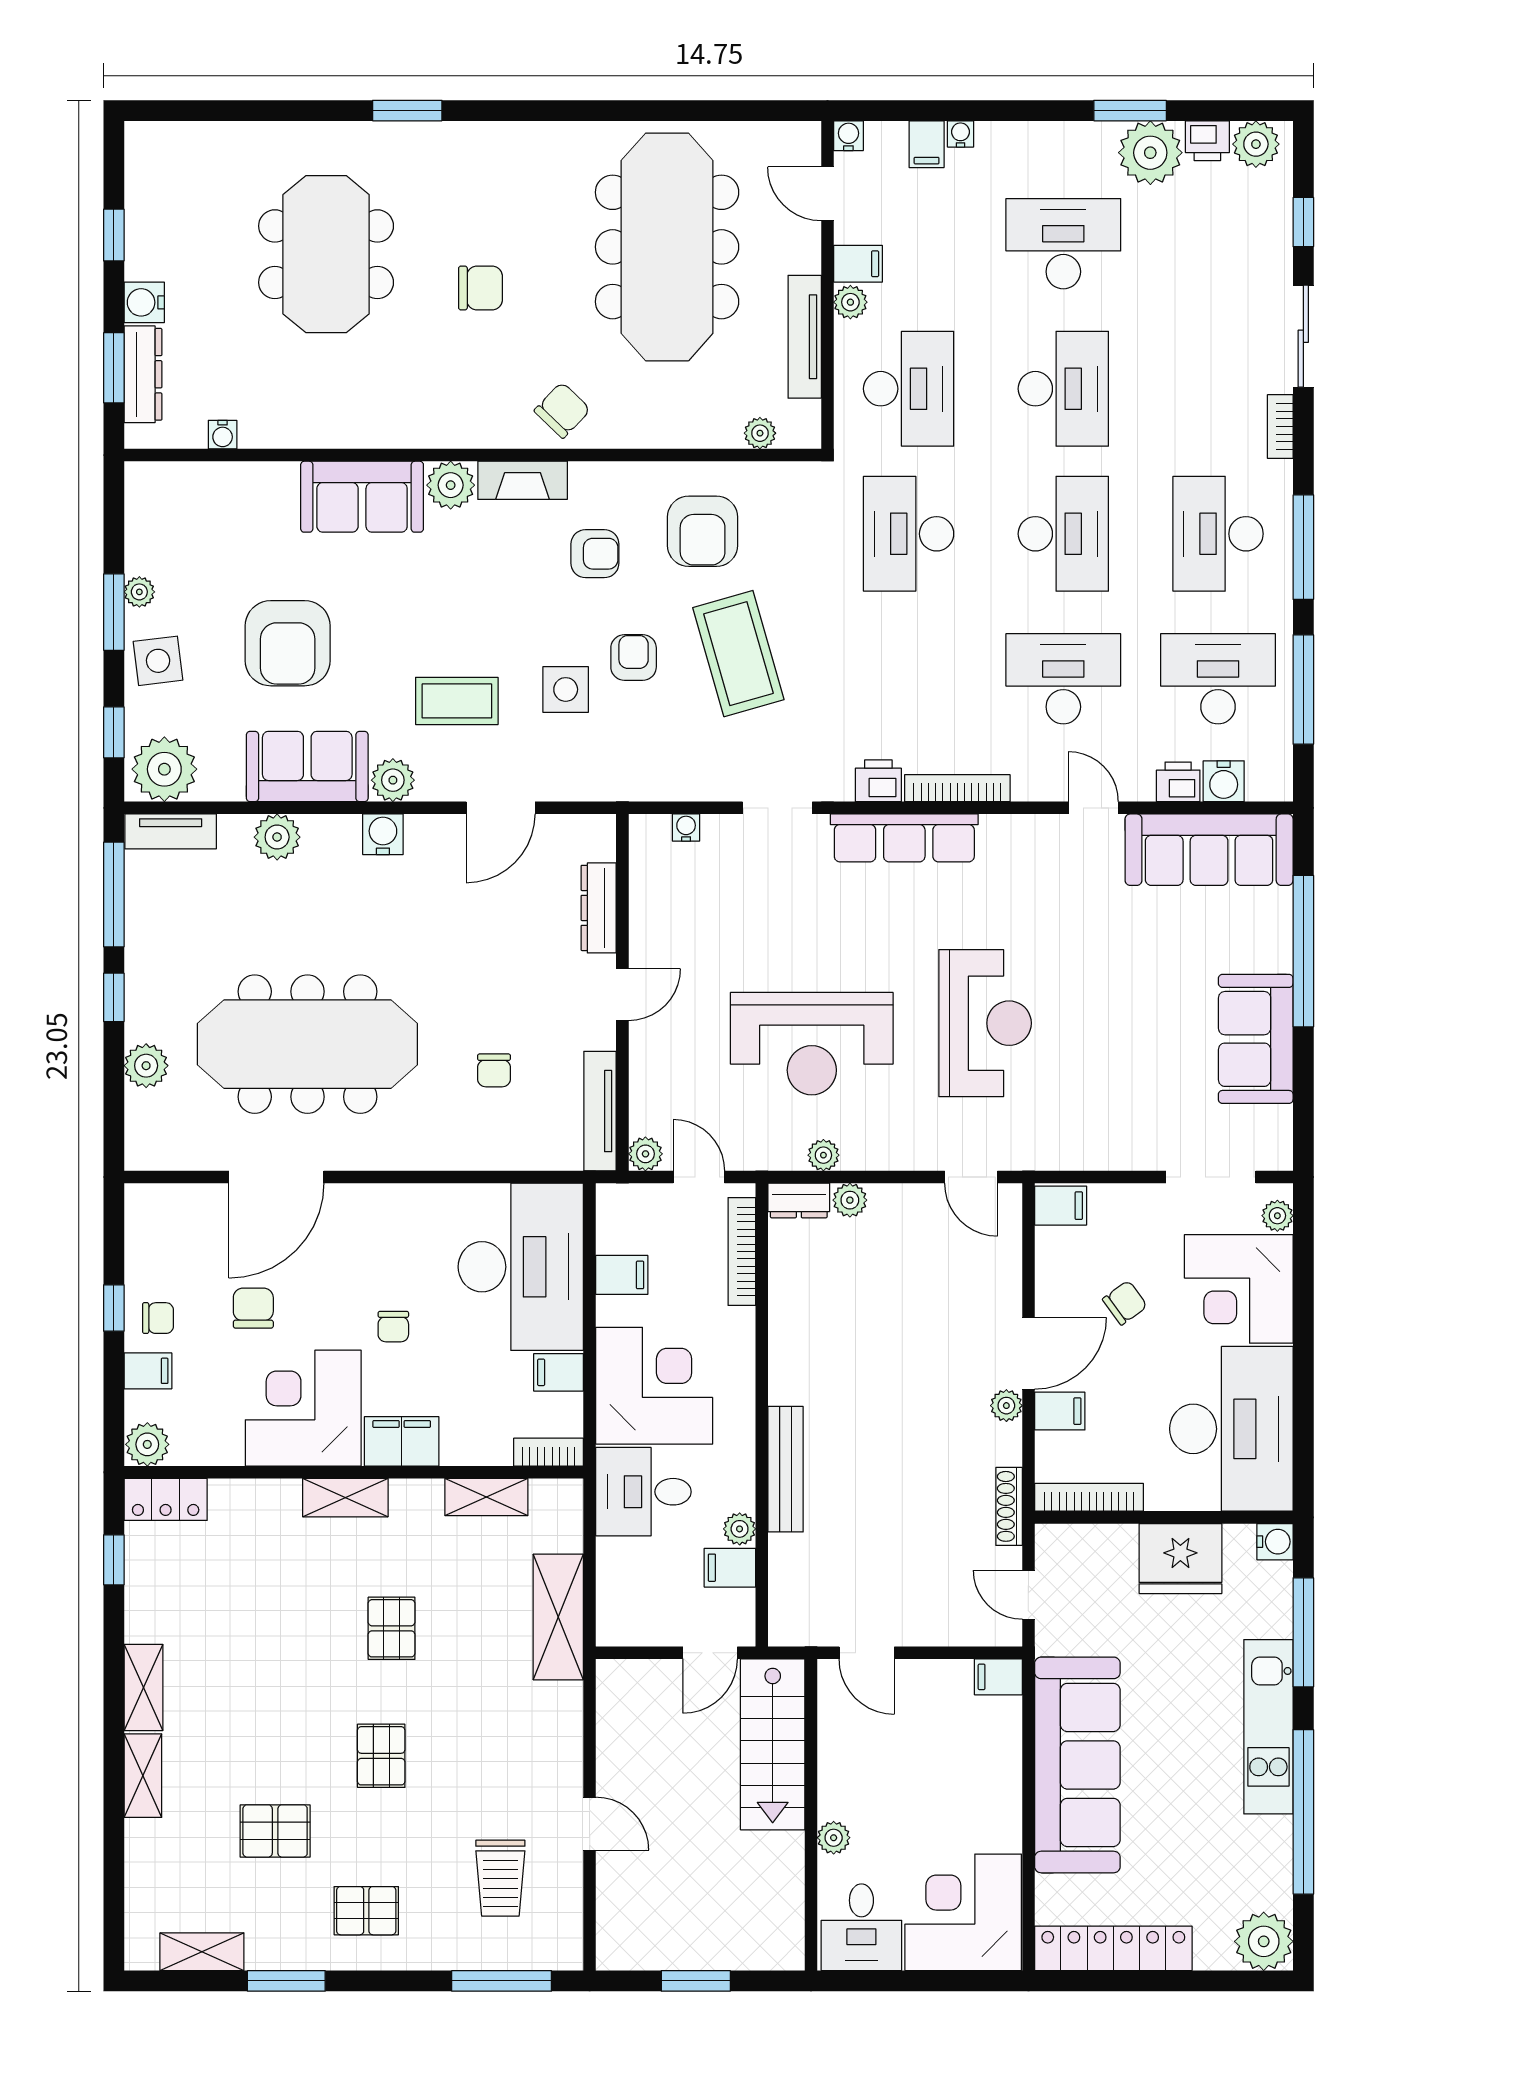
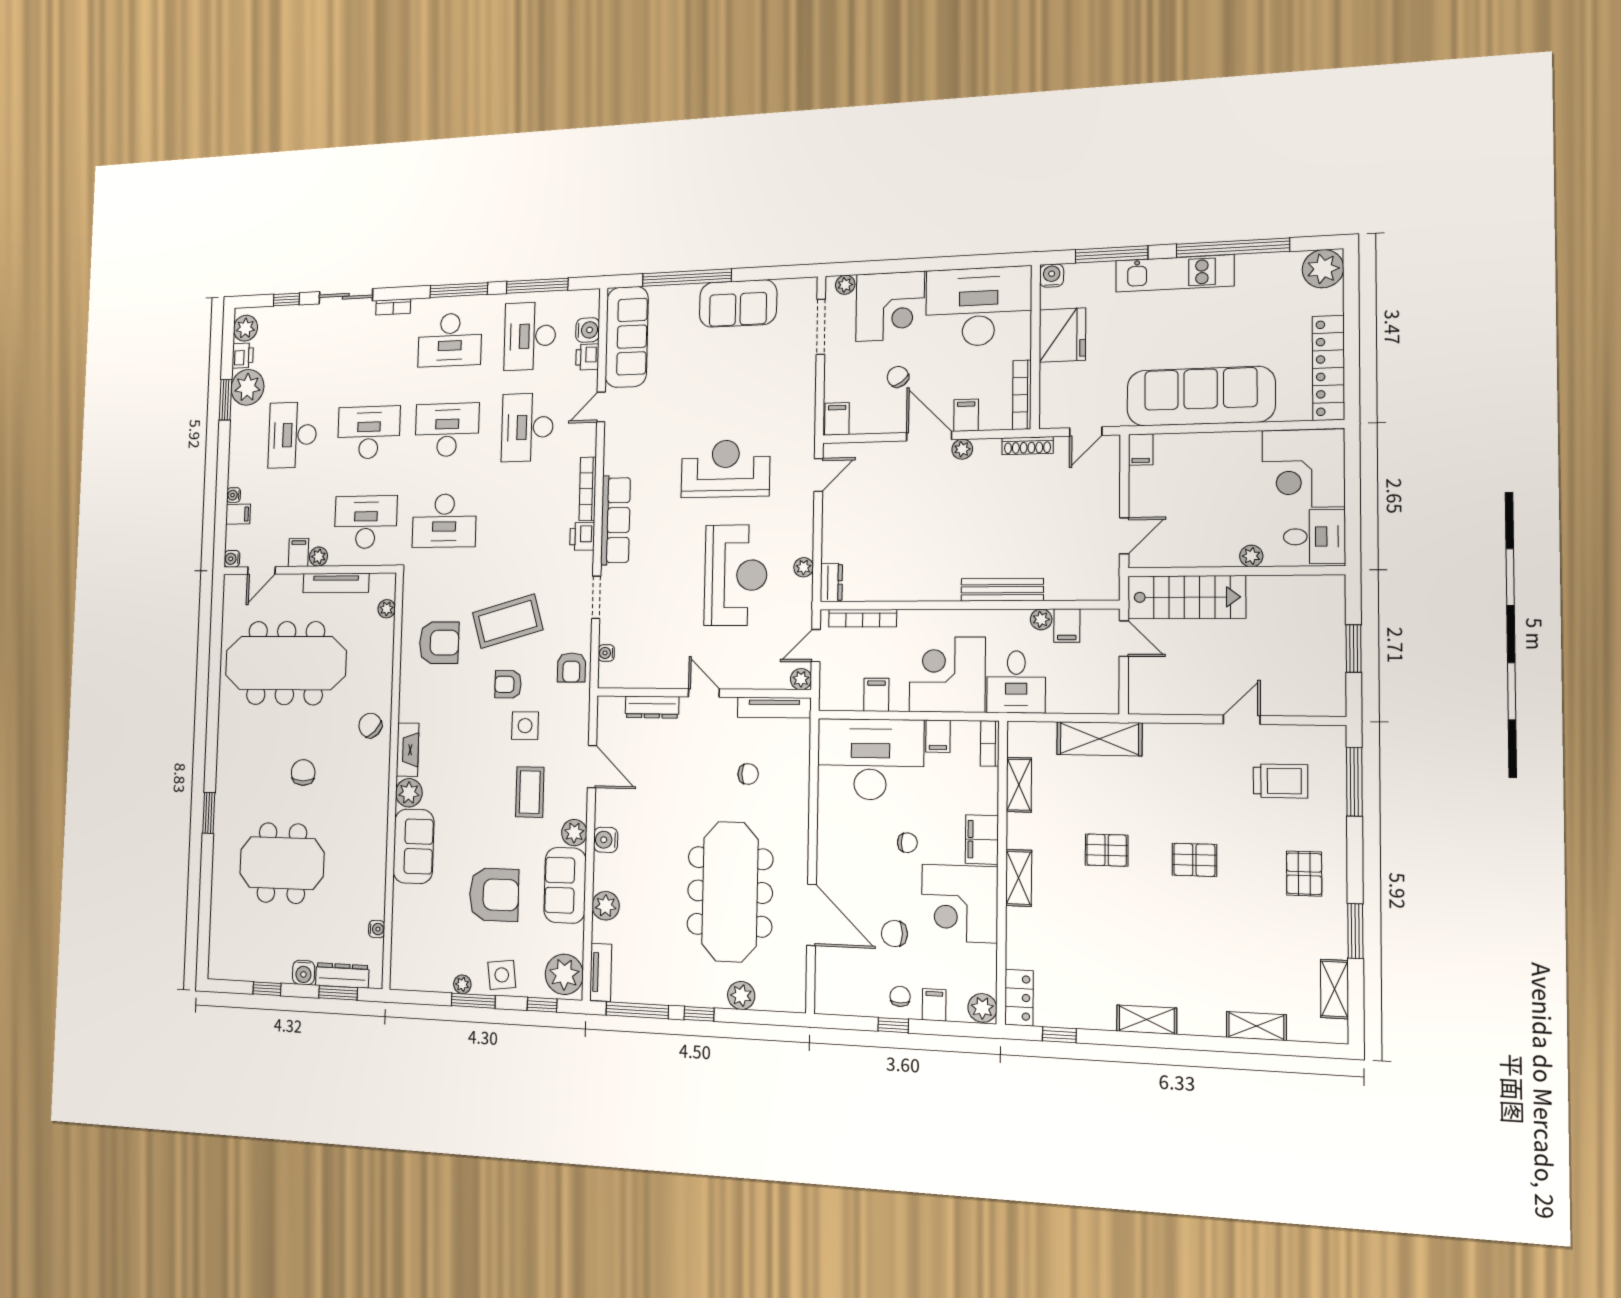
armchair: (595, 554) -> (571, 668), moved, turned 180
plant: (850, 1200) -> (832, 550), removed
shelving: (143, 1776) -> (1256, 1026), moved
pallet: (275, 1831) -> (1247, 934), removed

